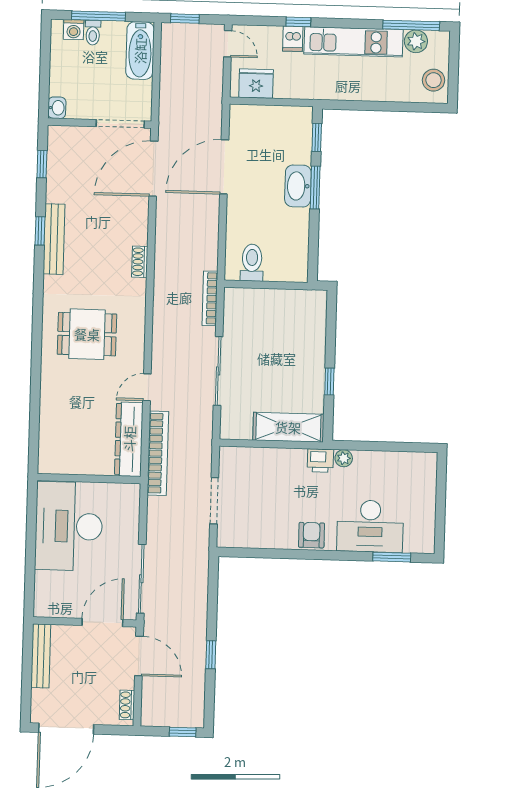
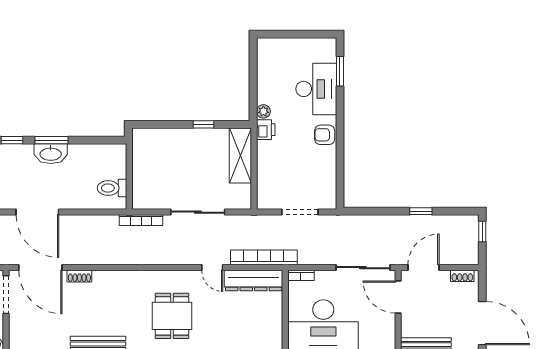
shoe rack: (140, 262) -> (79, 276), moved
bookcase: (134, 500) -> (301, 275), added

